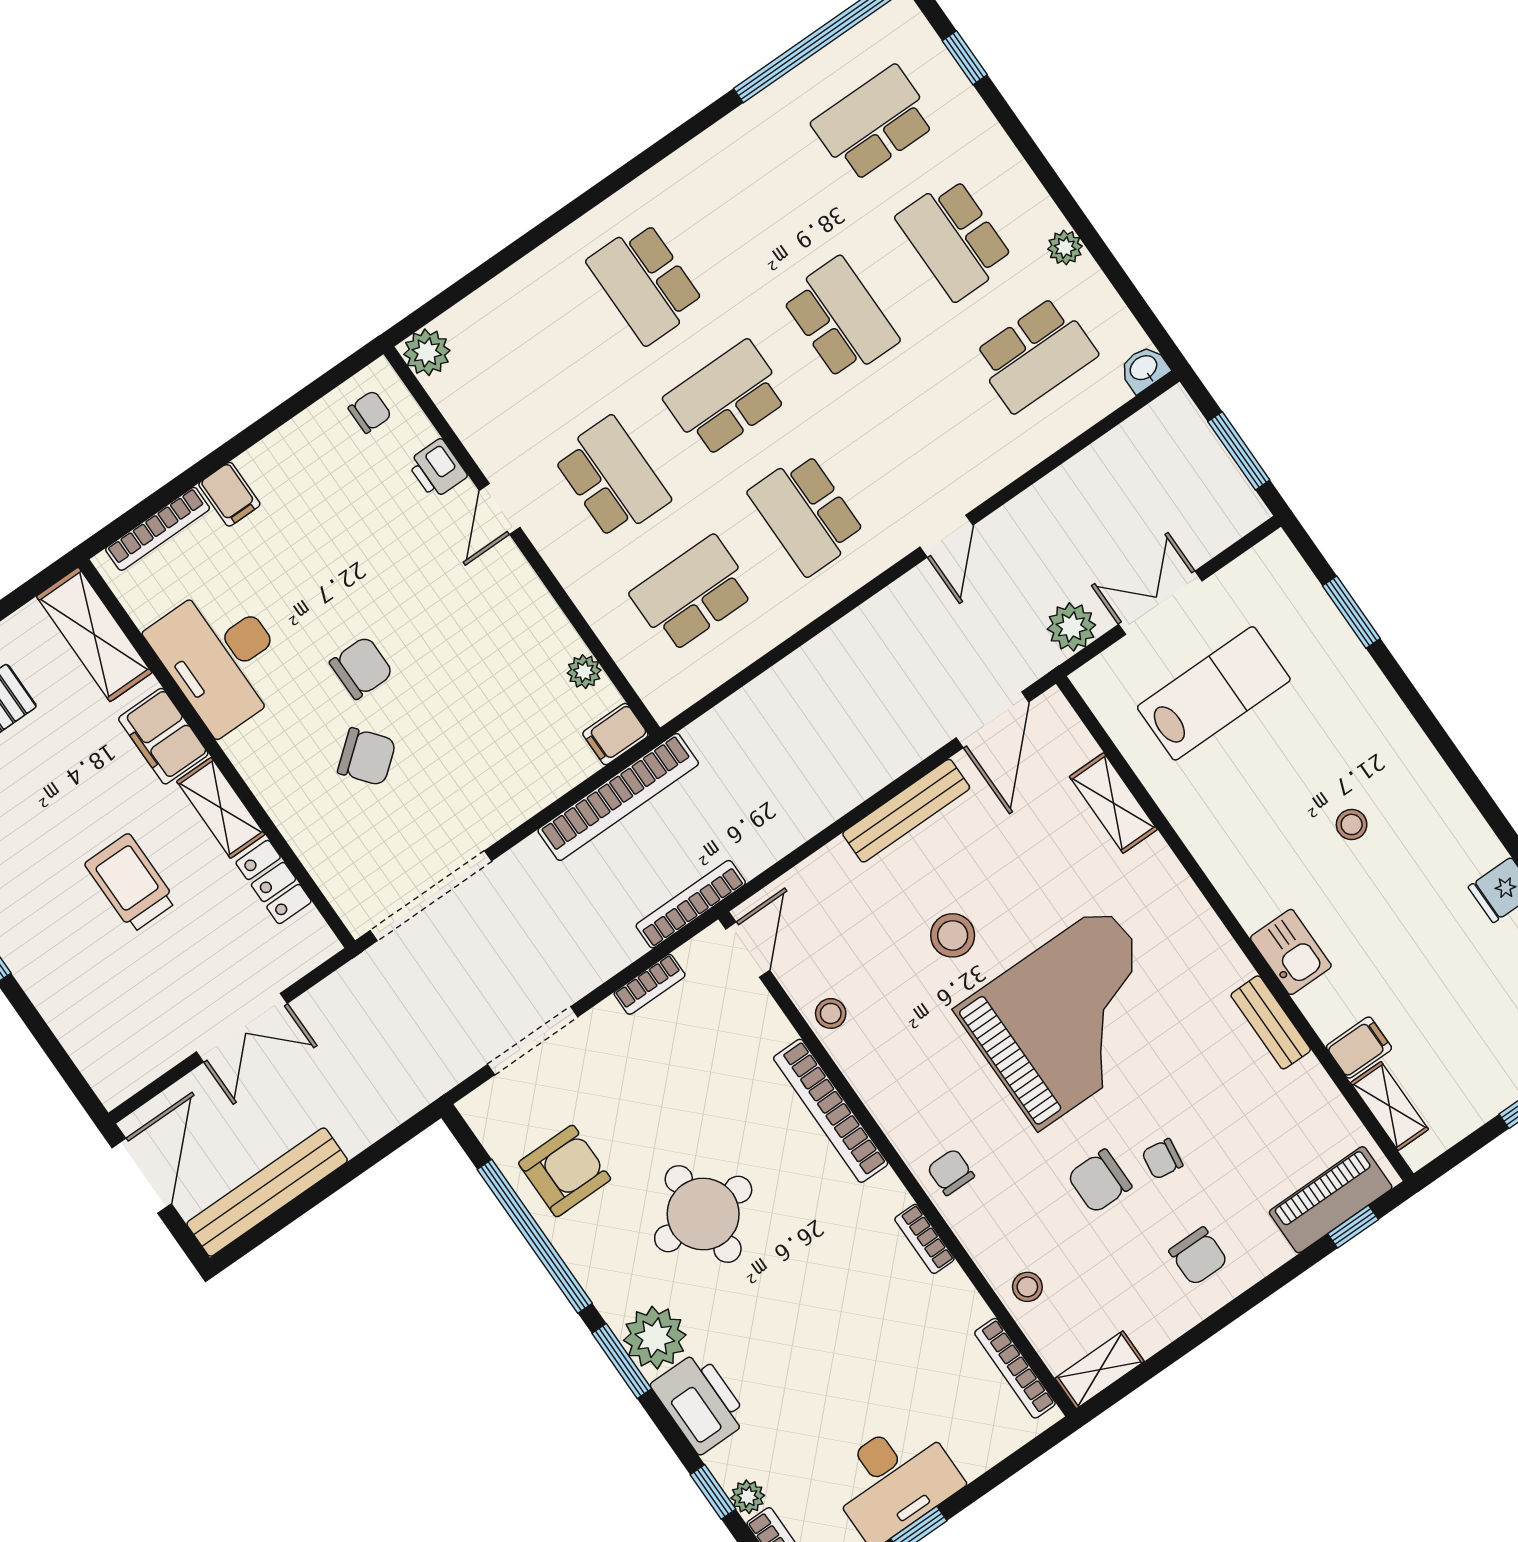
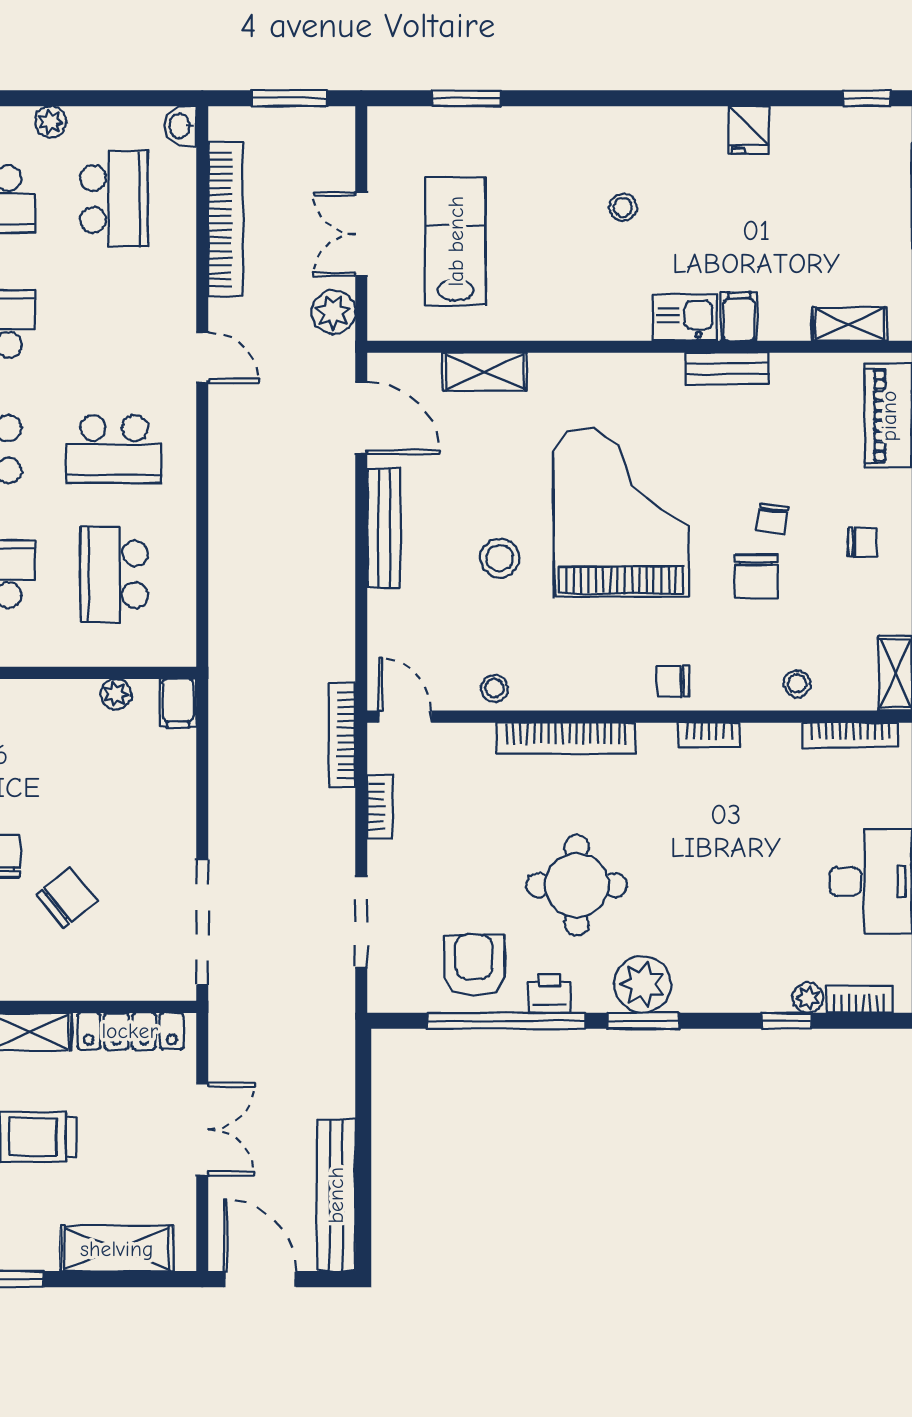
bookcase: (618, 797) -> (226, 219), moved
locker: (274, 882) -> (130, 1031), width x1.53
shelving: (79, 1026) -> (117, 1249), added
filing cabinet: (1359, 1048) -> (739, 316), moved
chair: (1198, 1256) -> (862, 542), width x0.73, depth x0.73
printer: (700, 1402) -> (549, 994), moved, width x0.53, depth x0.68

